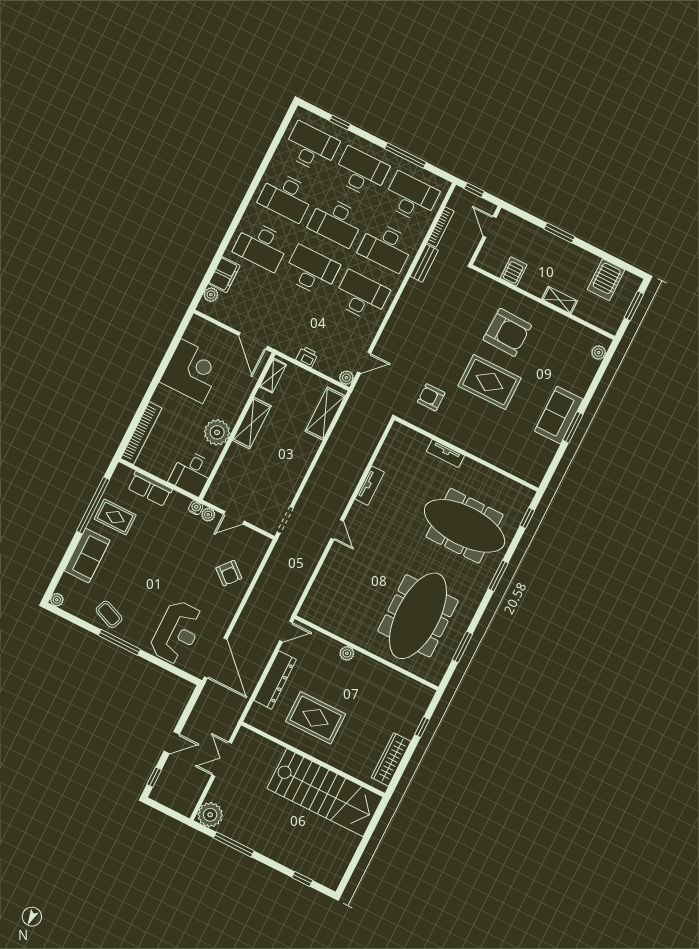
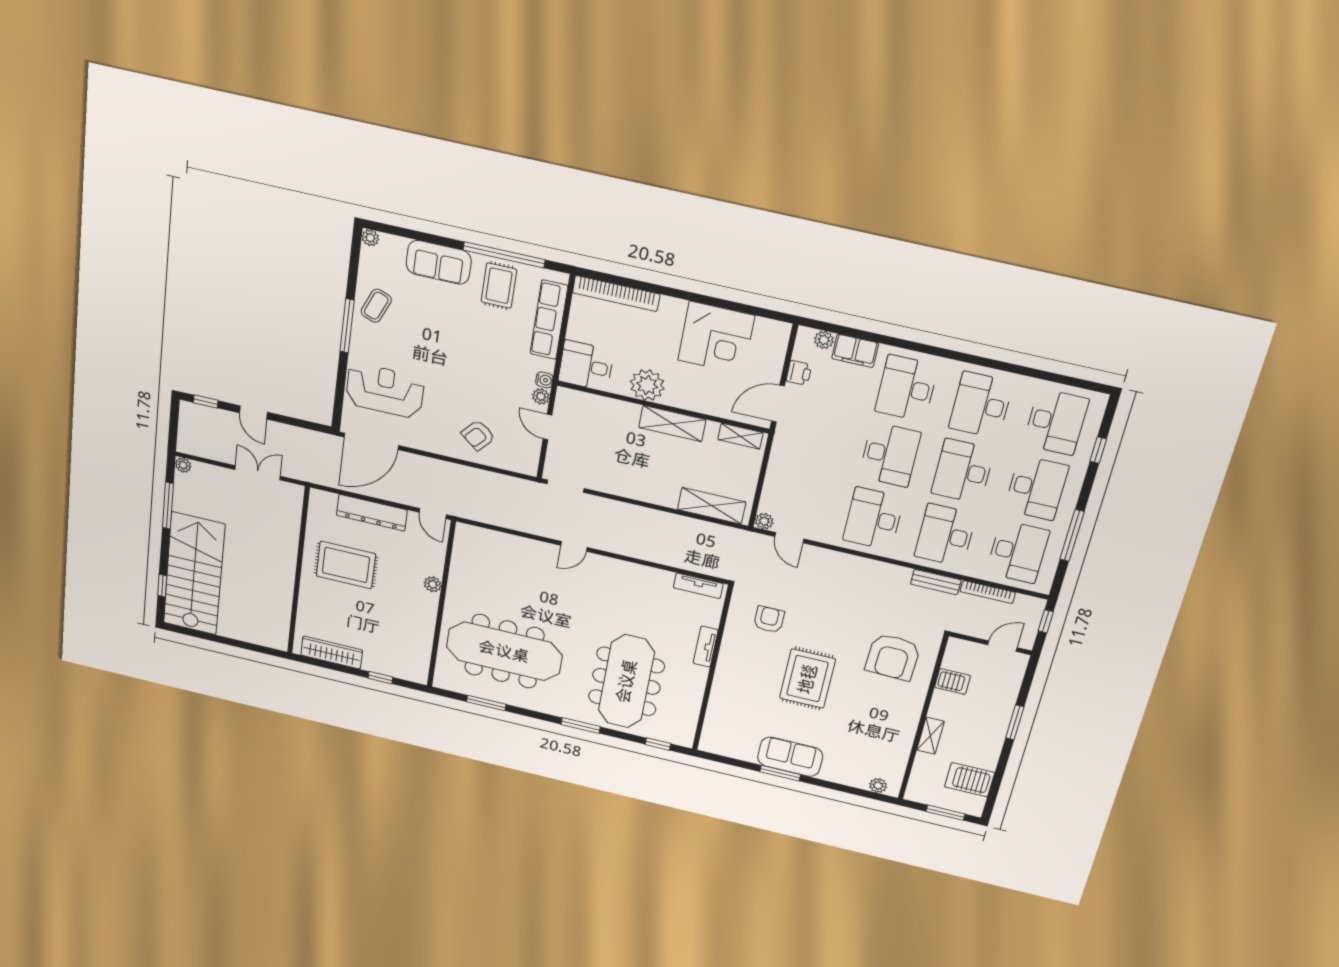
desk: (361, 296) -> (873, 519), turned 180
armchair: (507, 332) -> (893, 657), moved
printer: (307, 357) -> (799, 373), moved
tv unit: (370, 486) -> (698, 586), moved
row of seats: (150, 489) -> (549, 320), width x1.48
reception desk: (177, 632) -> (385, 391), turned 180
rug: (316, 718) -> (346, 565), turned 90
stairs: (325, 793) -> (194, 574), moved, turned 180
plant: (210, 815) -> (183, 465), width x0.53, depth x0.53

